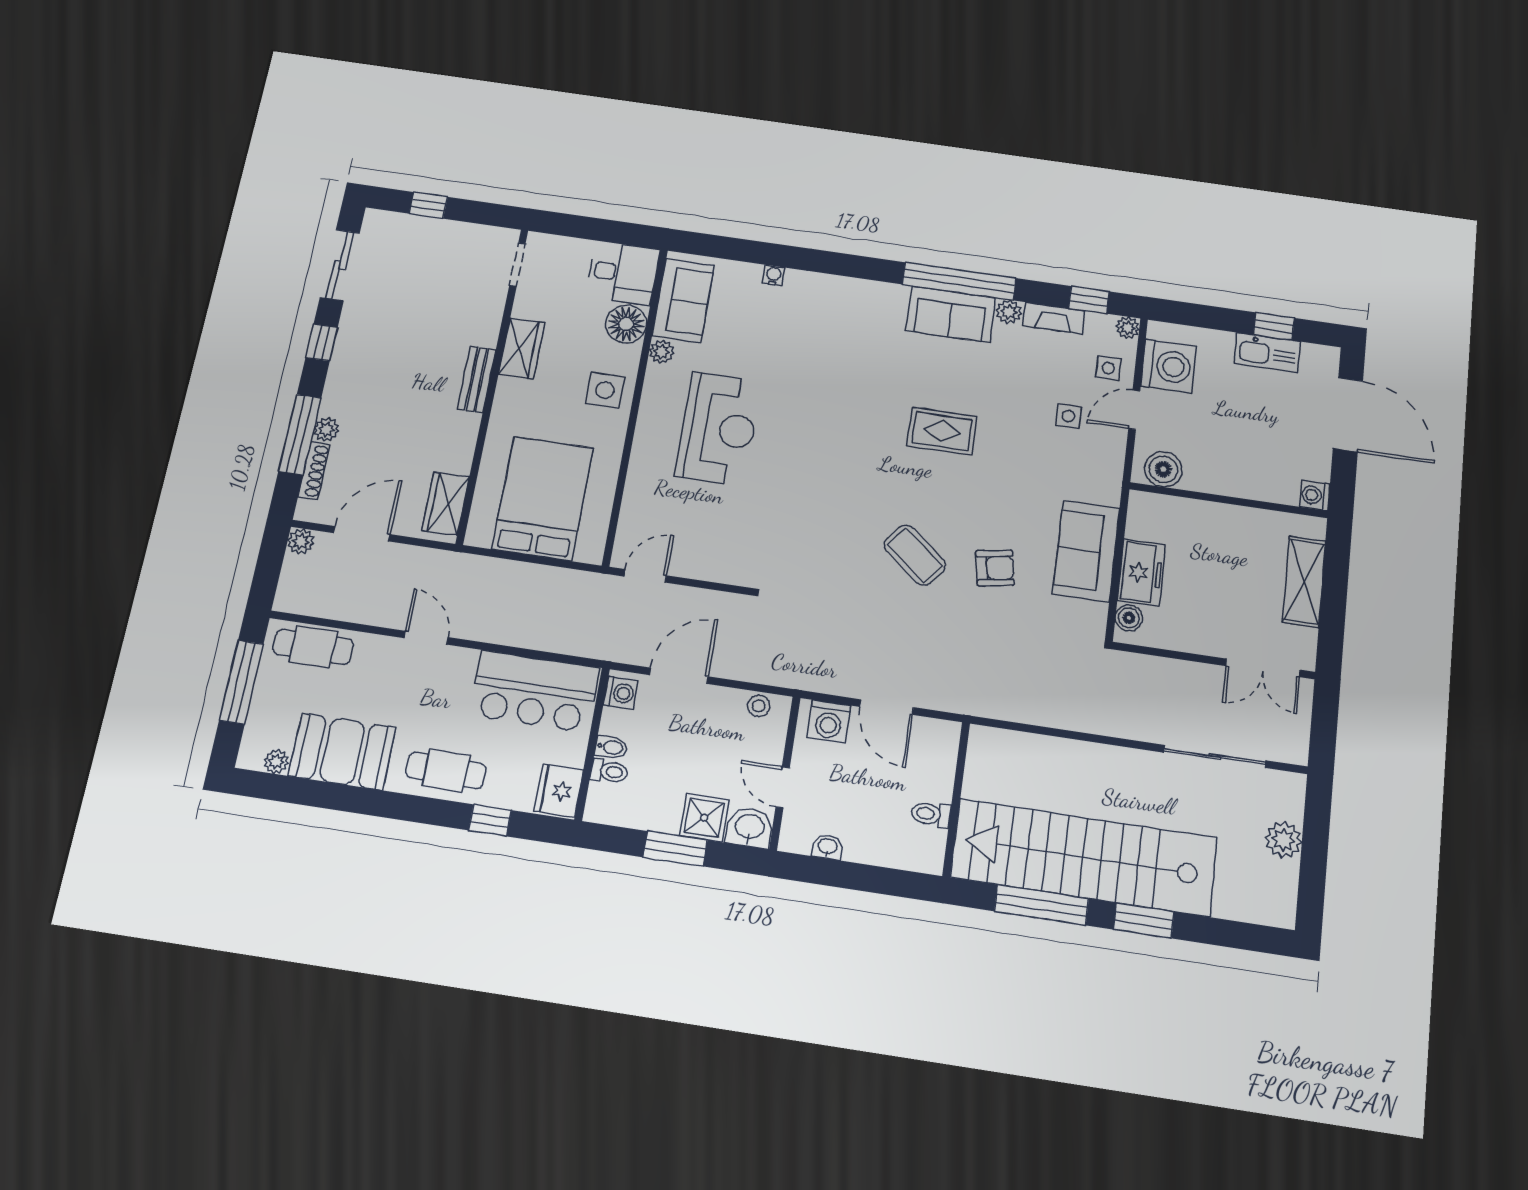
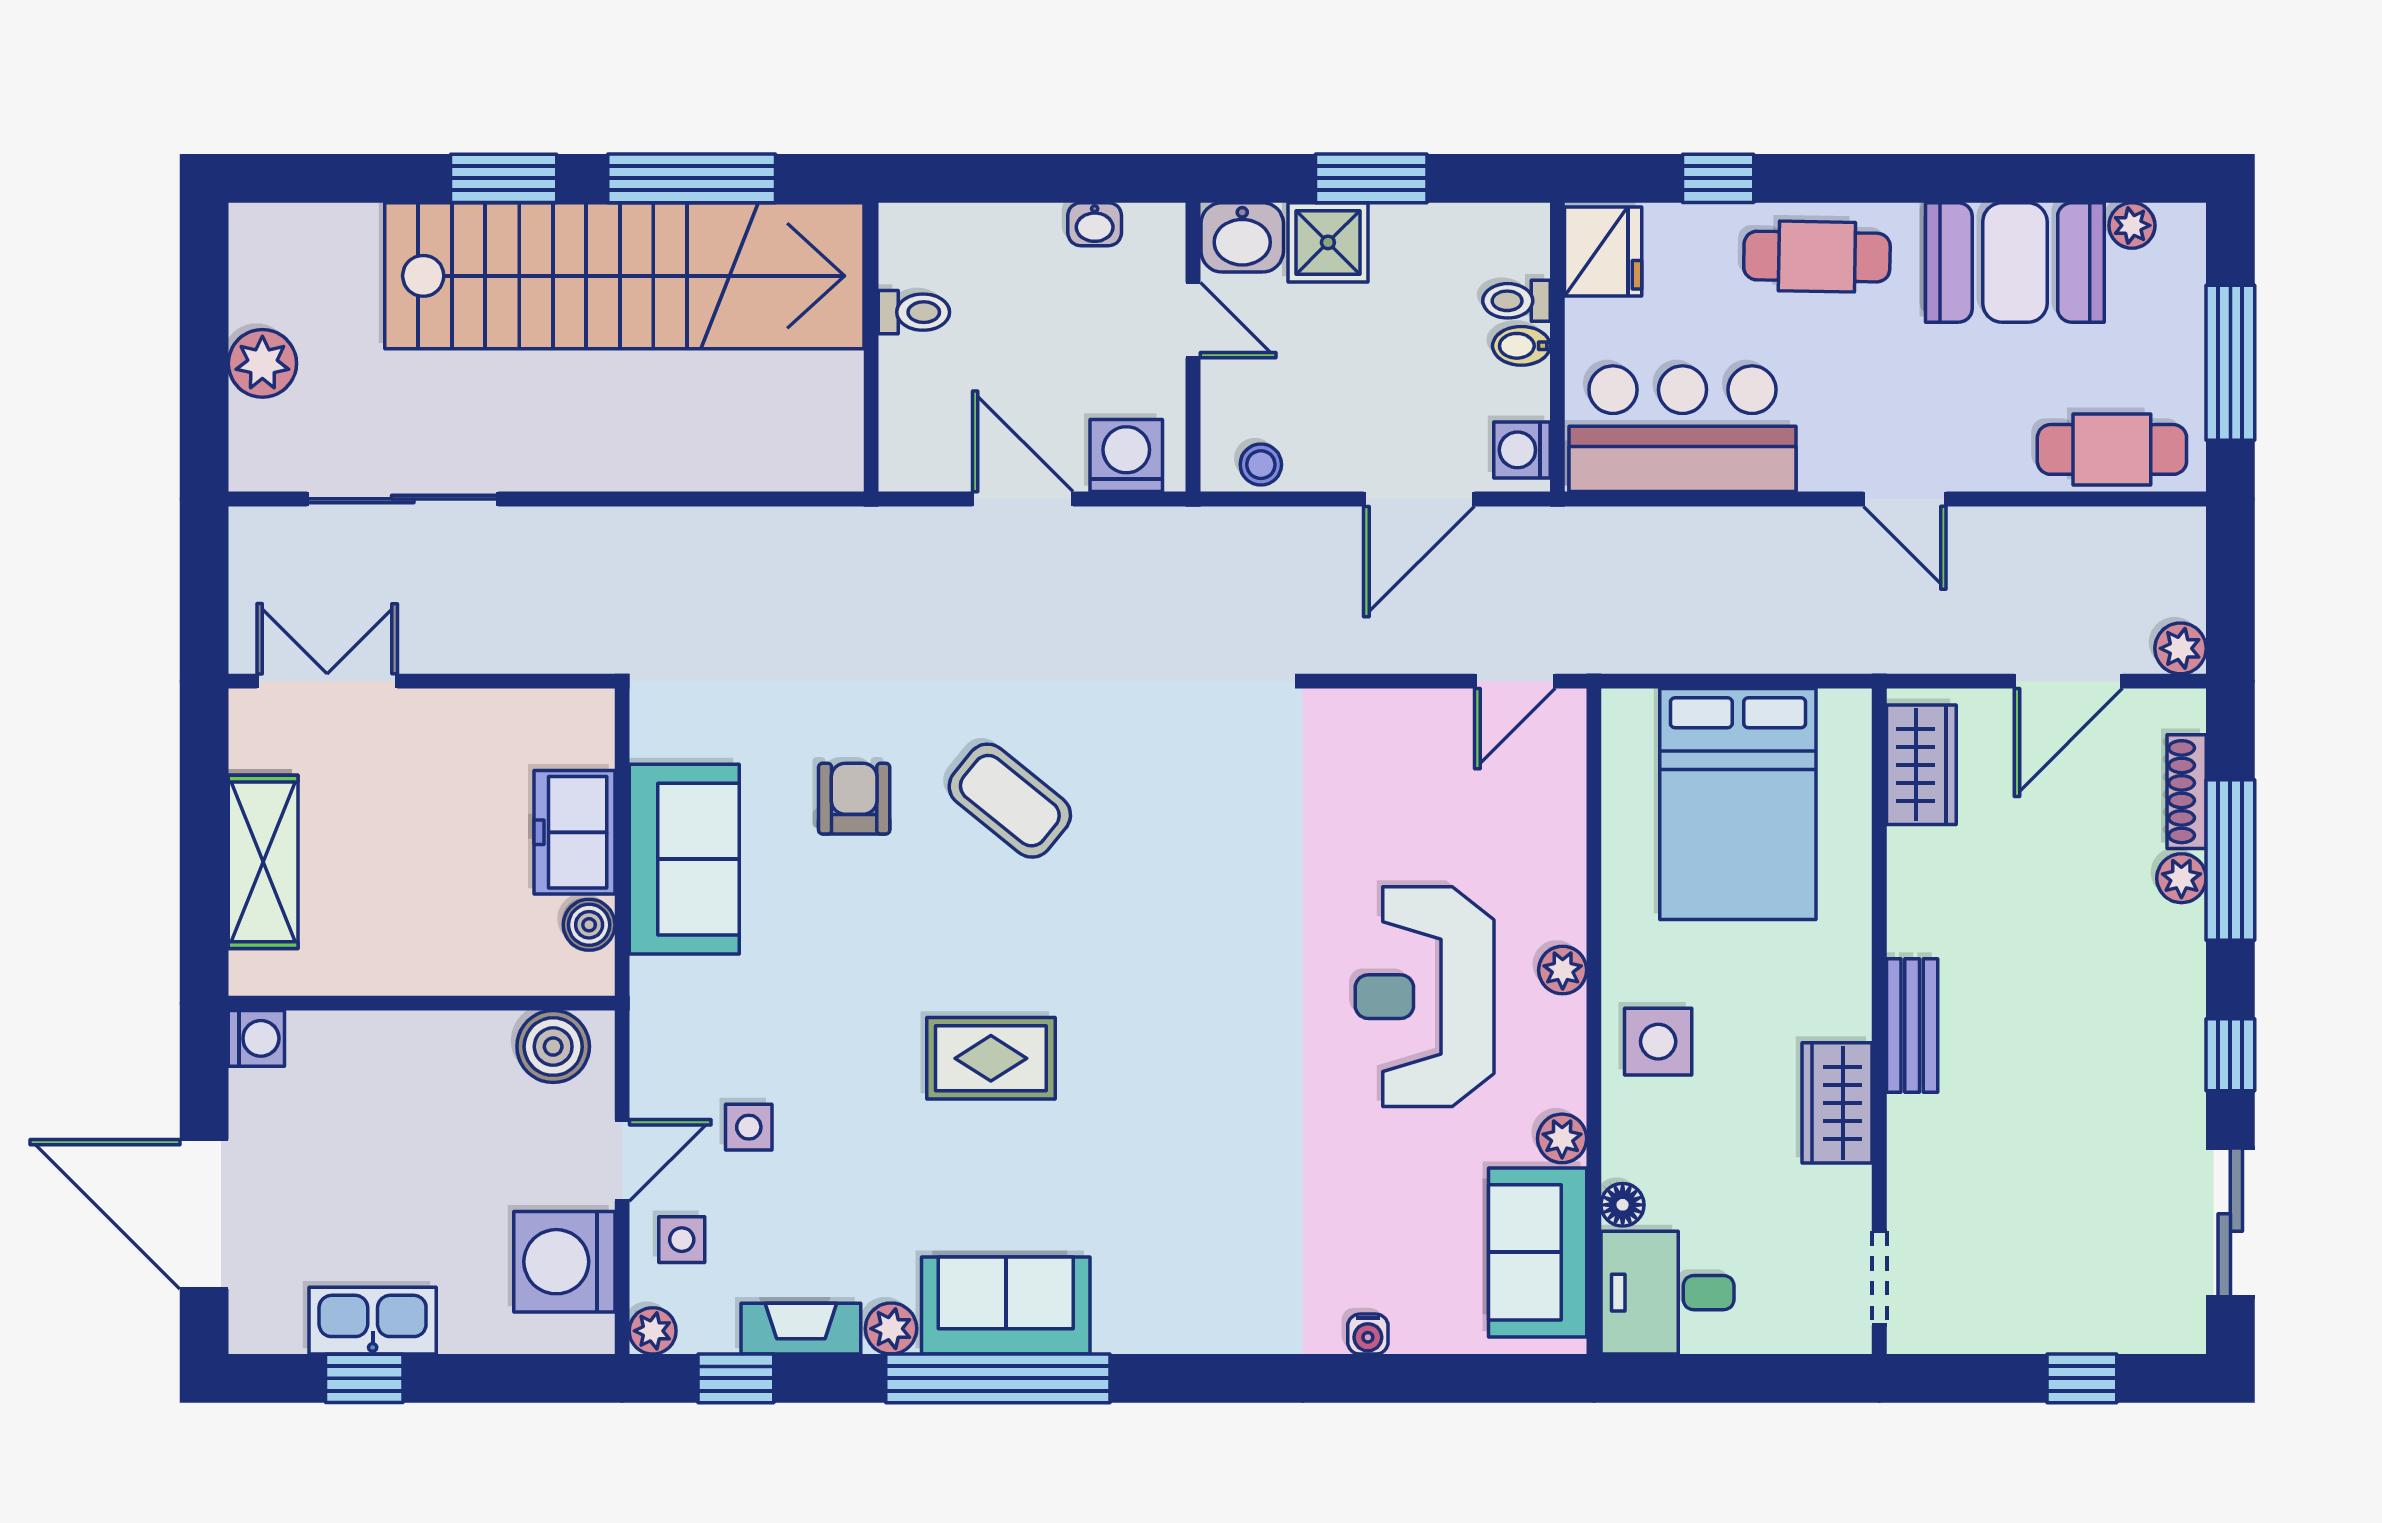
floor lamp: (626, 324) -> (1623, 1205), width x0.53, depth x0.53
plant: (647, 431) -> (1563, 970), added
armchair: (995, 568) -> (854, 799), turned 100
boiler: (1129, 618) -> (589, 925), moved

